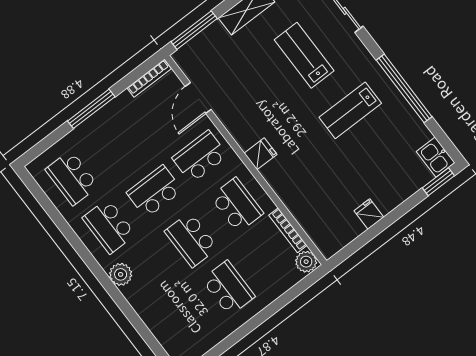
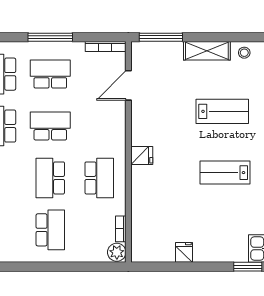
lab bench: (304, 55) -> (222, 111), turned 90
school desk: (200, 157) -> (50, 74), moved
bookcase: (288, 230) -> (121, 229), width x0.64

